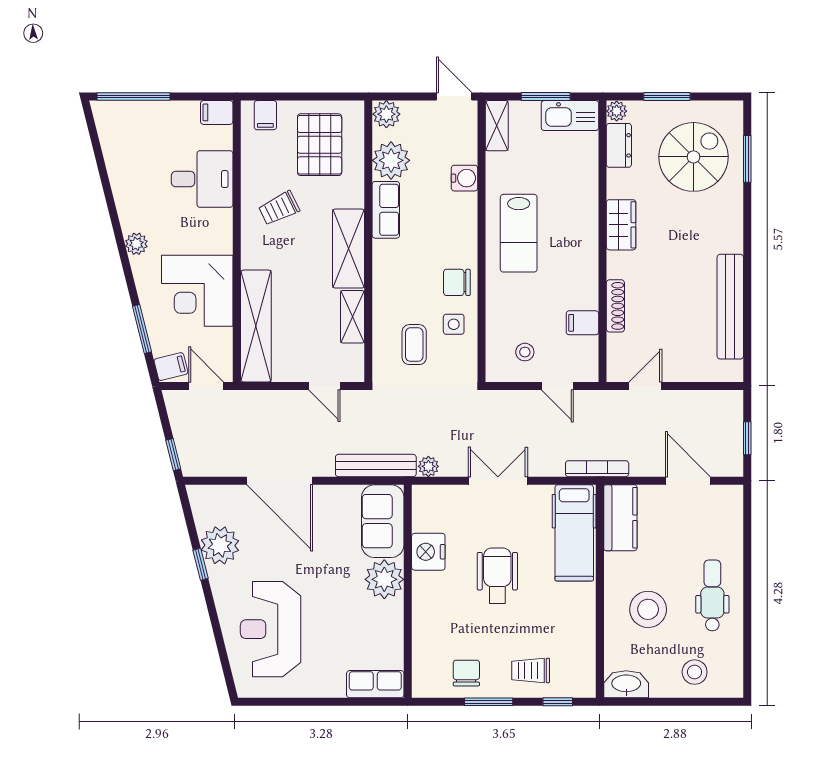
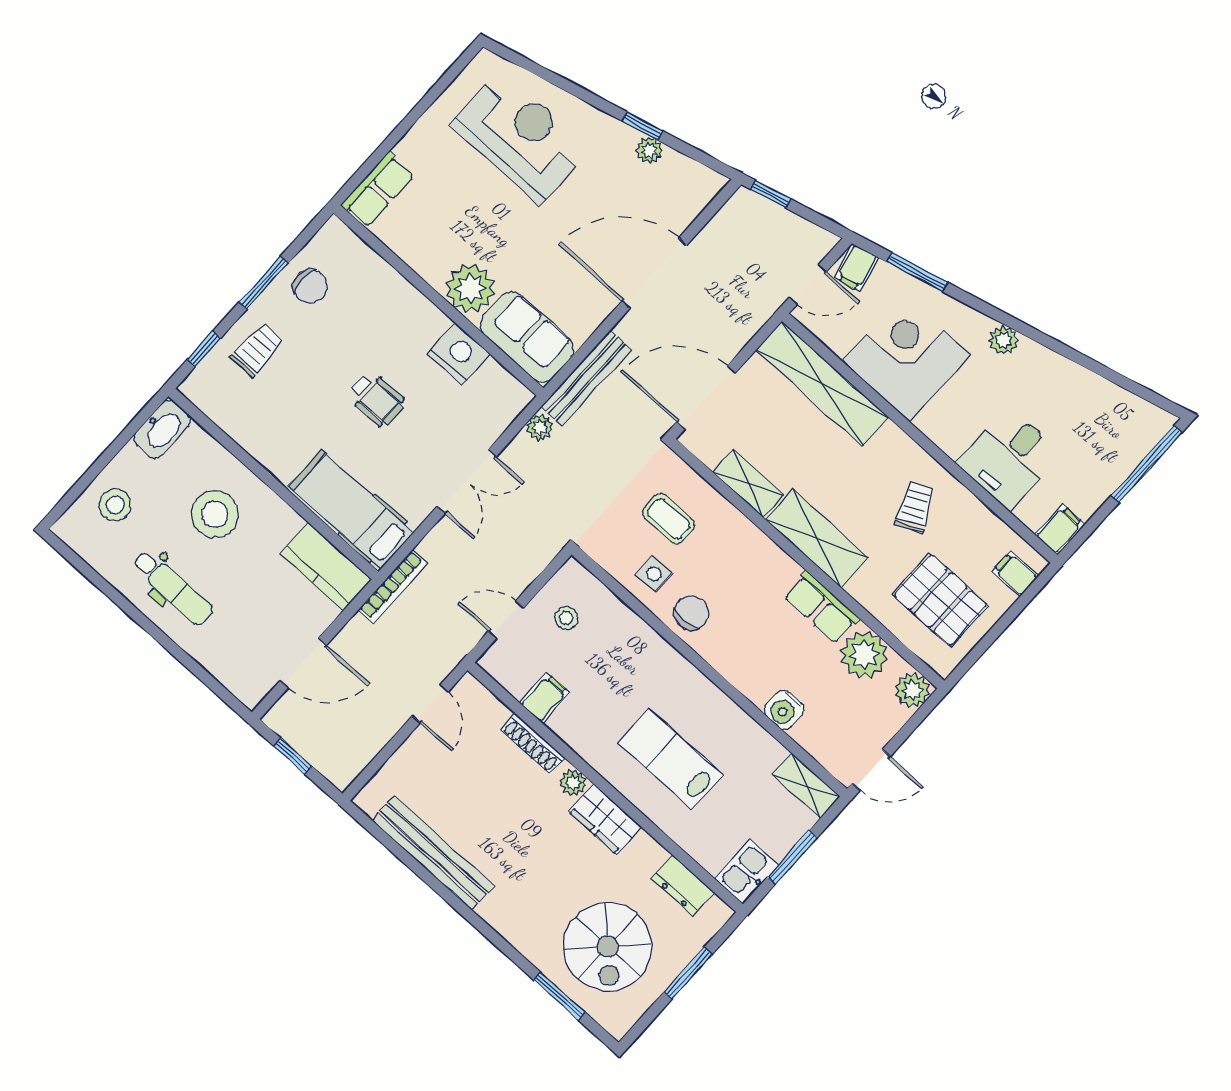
plant: (617, 111) -> (573, 783), moved
kitchen sink: (570, 116) -> (747, 872), width x0.73
lab bench: (519, 233) -> (670, 759), moved
door: (324, 386) -> (706, 397), width x1.88
plant: (220, 545) -> (649, 150), width x0.53, depth x0.53
wheelchair: (497, 576) -> (377, 399), width x0.73, depth x0.73

